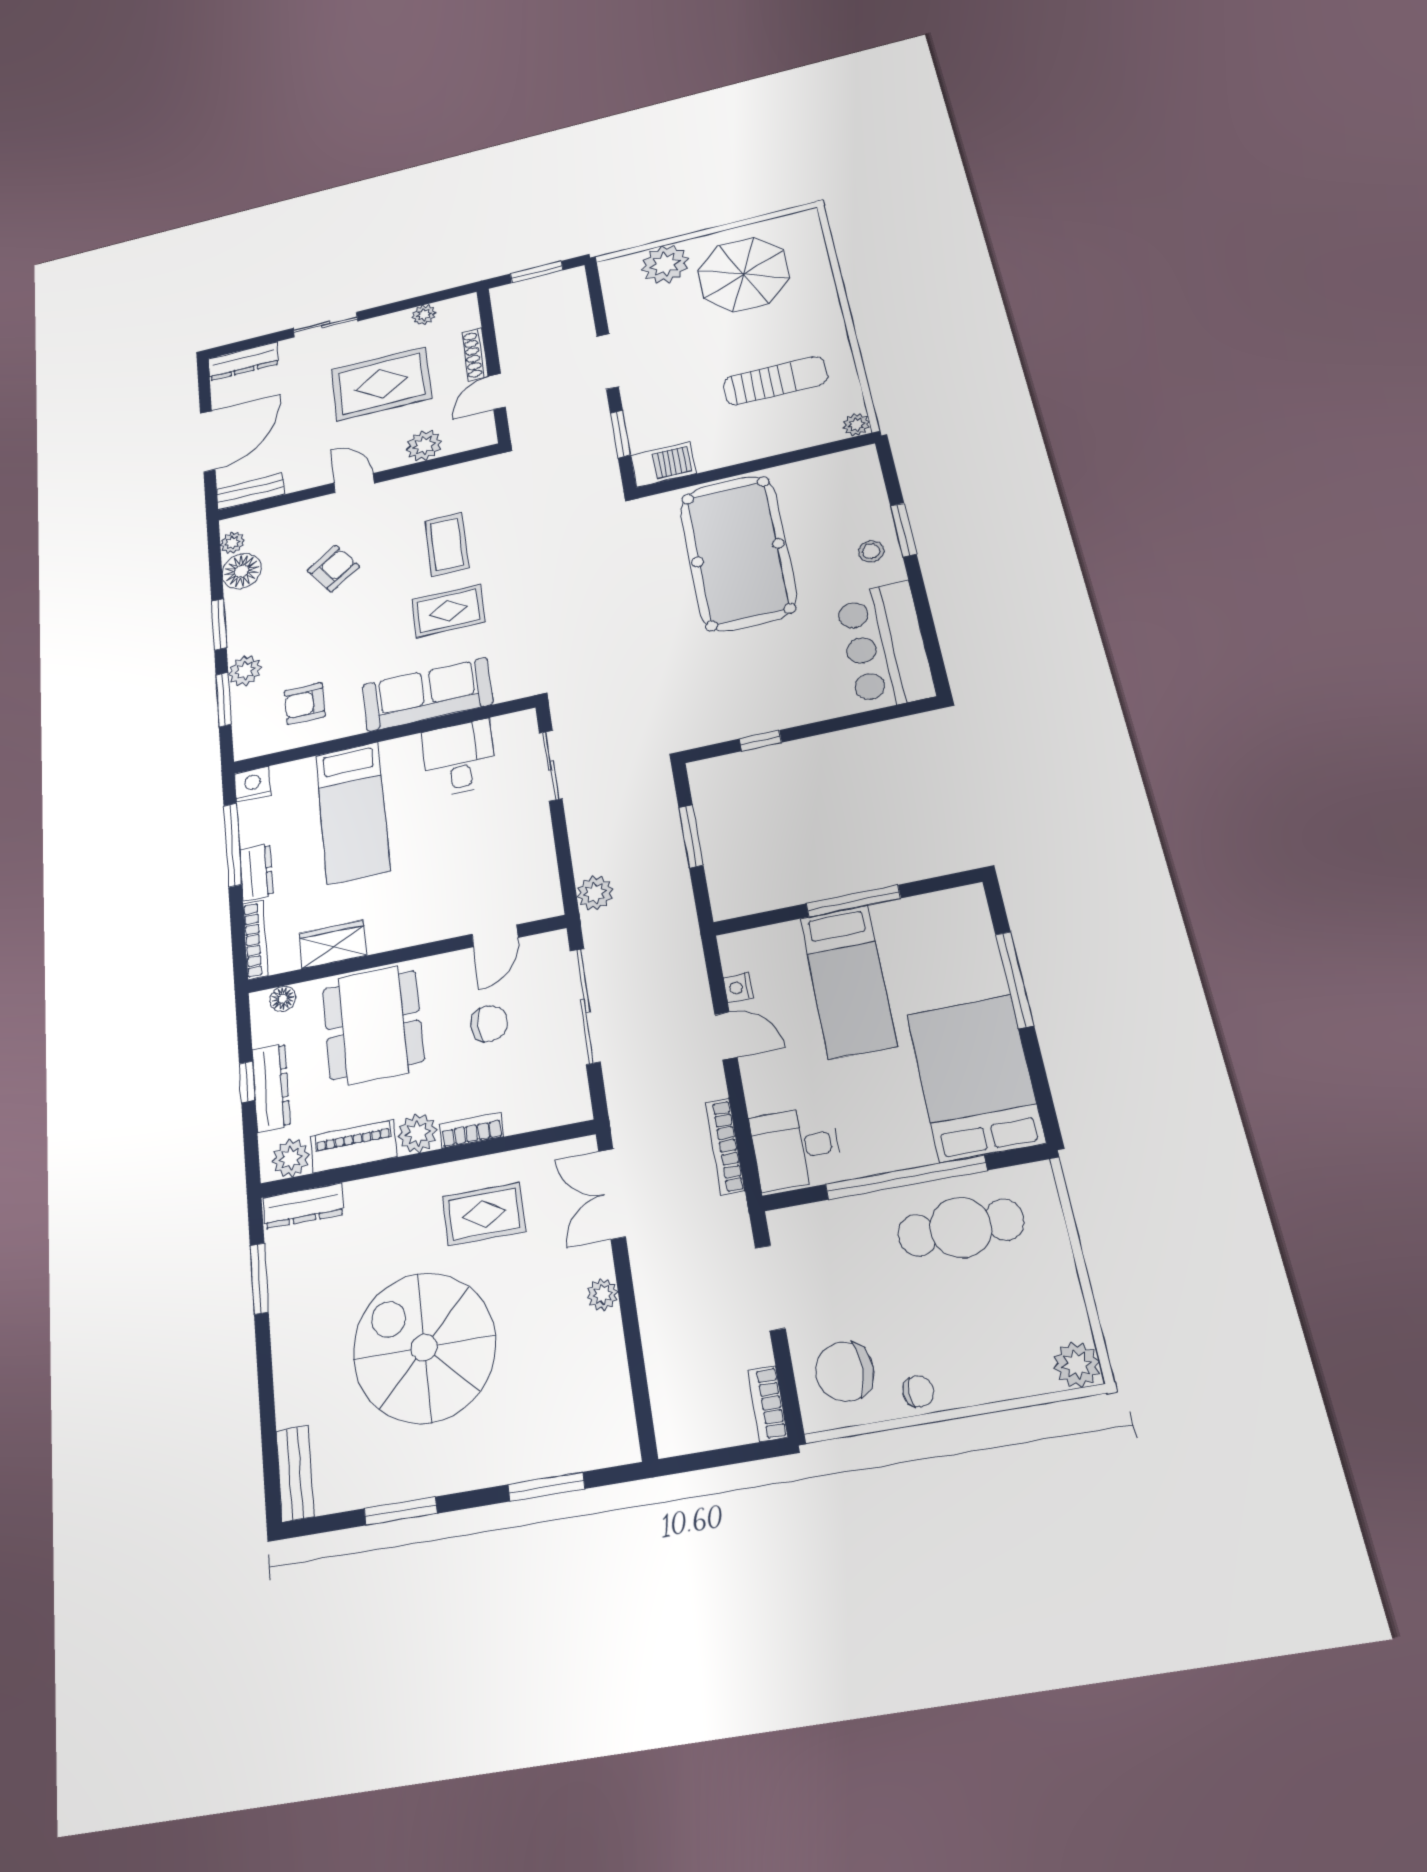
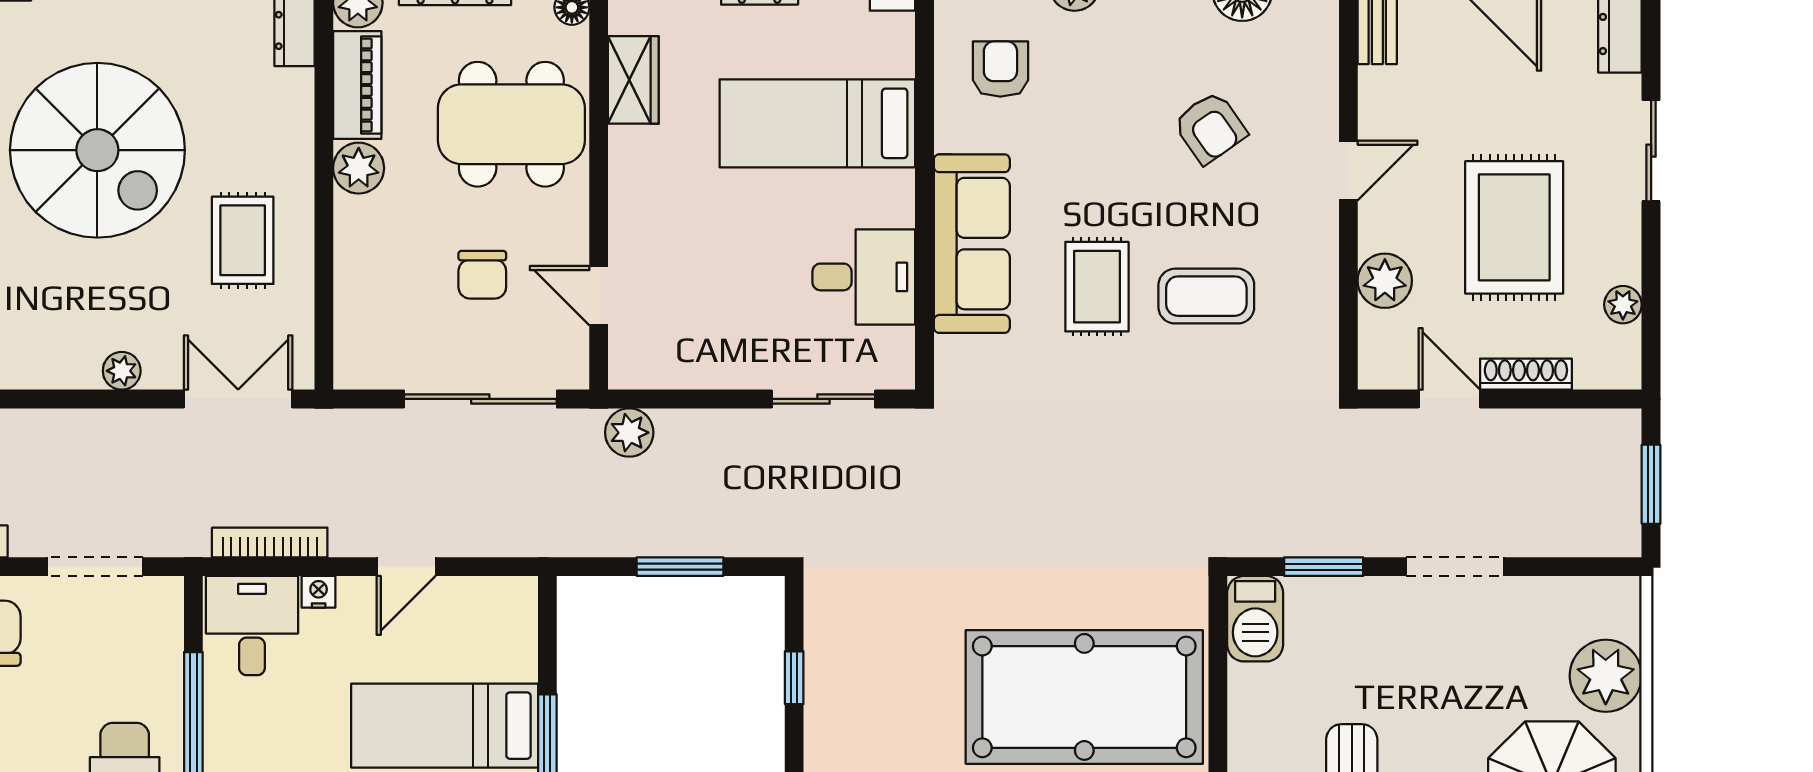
nightstand: (738, 987) -> (319, 592), moved
bookcase: (471, 1131) -> (349, 236), removed
spiral stairs: (424, 1347) -> (97, 150), turned 90

